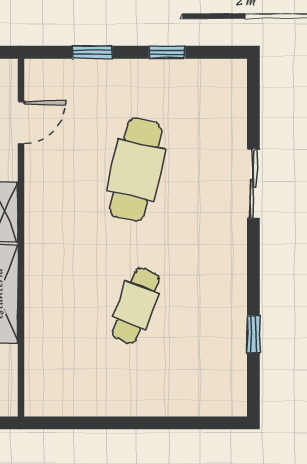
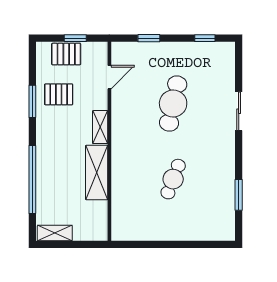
window: (167, 52) -> (205, 38), moved
window: (253, 334) -> (239, 195), width x1.50

